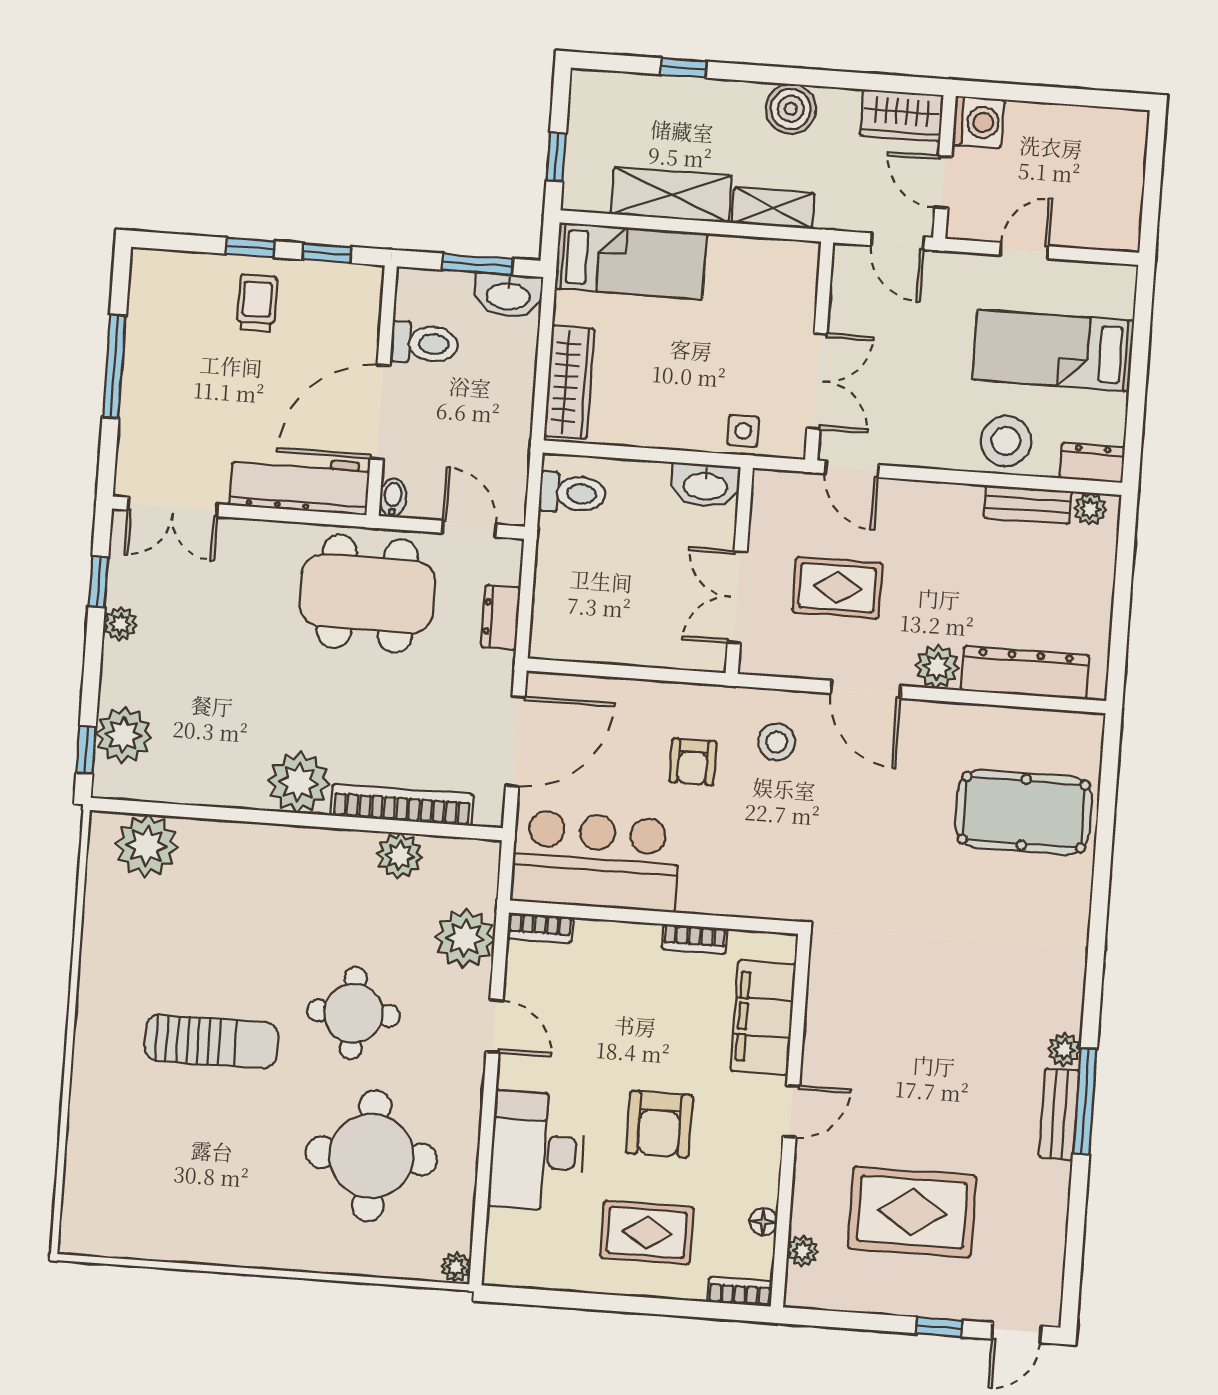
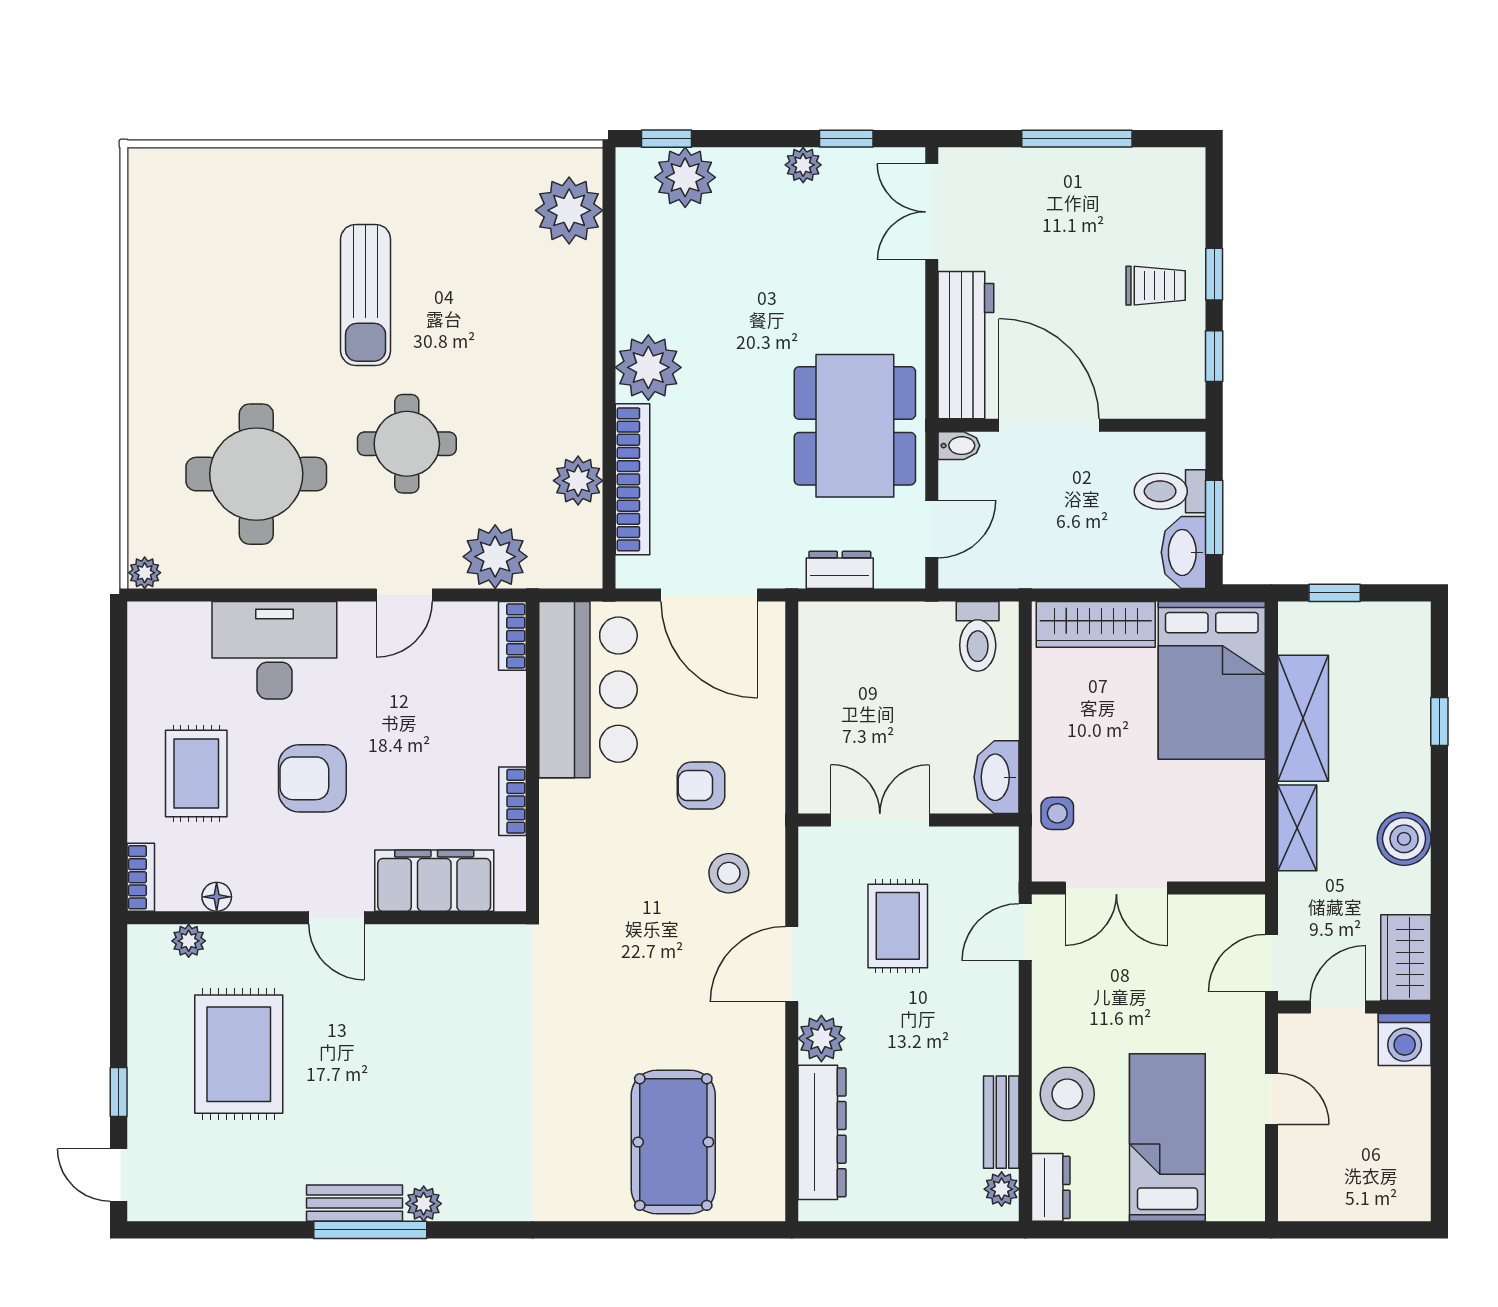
bed: (631, 261) -> (1212, 680), width x1.50
toilet: (425, 343) -> (1170, 491), moved, turned 90

